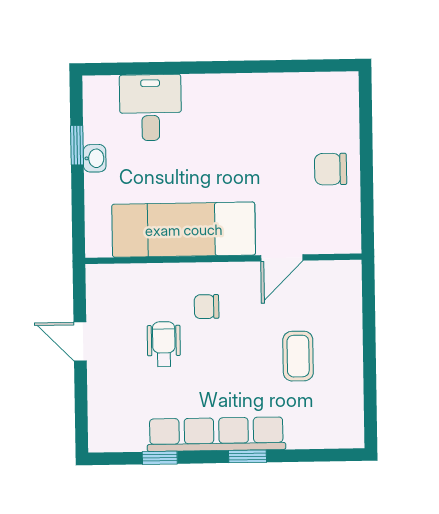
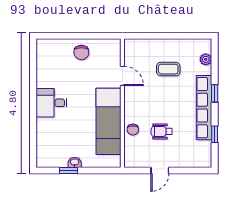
desk: (150, 108) -> (51, 103), moved
chair: (207, 307) -> (133, 130), moved
plant: (320, 436) -> (206, 59), added

